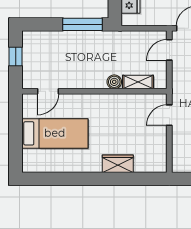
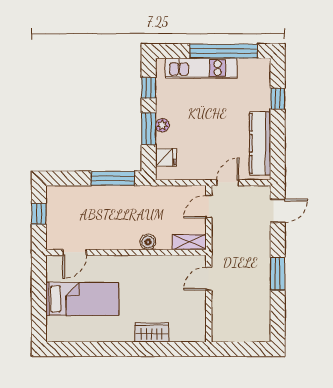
shelving: (138, 82) -> (189, 242), moved

